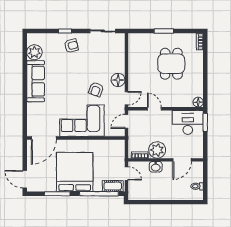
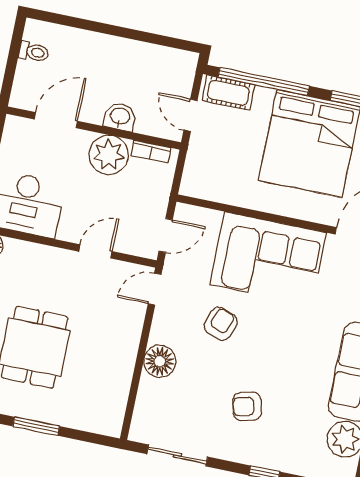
armchair: (71, 46) -> (247, 406), moved
floor lamp: (118, 80) -> (160, 361), moved
door: (154, 109) -> (95, 251), swing flipped

